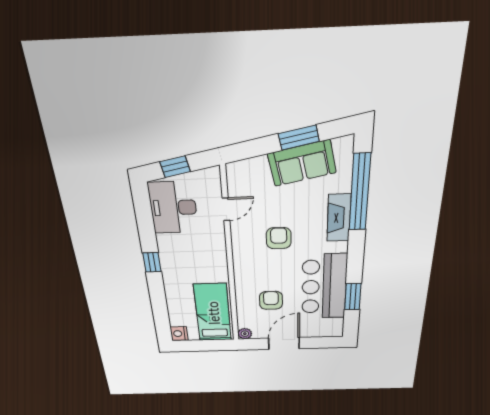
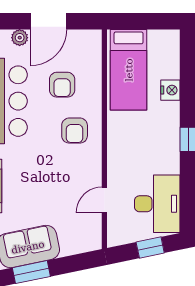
armchair: (279, 238) -> (75, 131), moved
nightstand: (179, 334) -> (170, 90), moved
plant: (245, 334) -> (20, 38), moved

